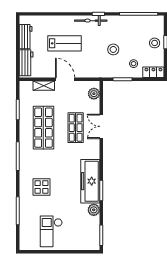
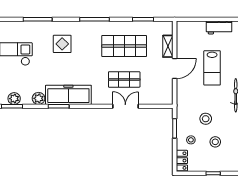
stool: (155, 43) -> (215, 142), moved
workbench: (26, 63) -> (192, 28), removed
plant: (94, 94) -> (14, 99), moved

